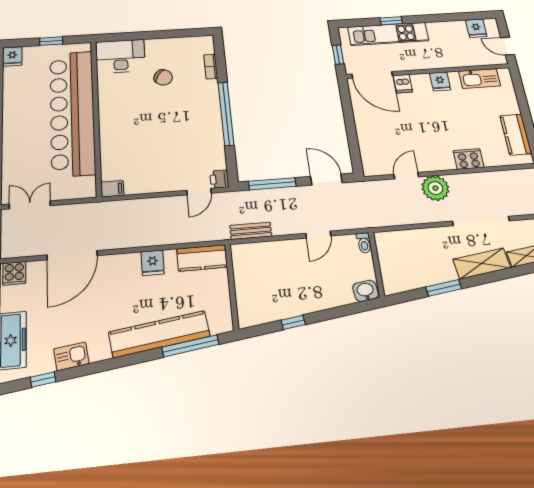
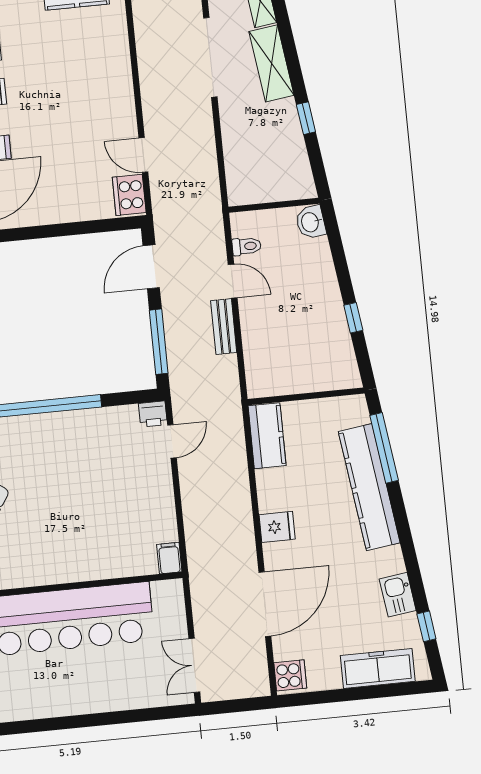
cooker: (469, 159) -> (129, 195), moved
plant: (435, 188) -> (162, 116), removed
door: (199, 192) -> (172, 441), hinge flipped
bench: (251, 231) -> (224, 327), moved
toilet: (364, 243) -> (246, 246), moved
door: (72, 255) -> (265, 604), hinge flipped
fridge: (153, 263) -> (277, 527), moved
window: (444, 288) -> (306, 118), width x0.67

